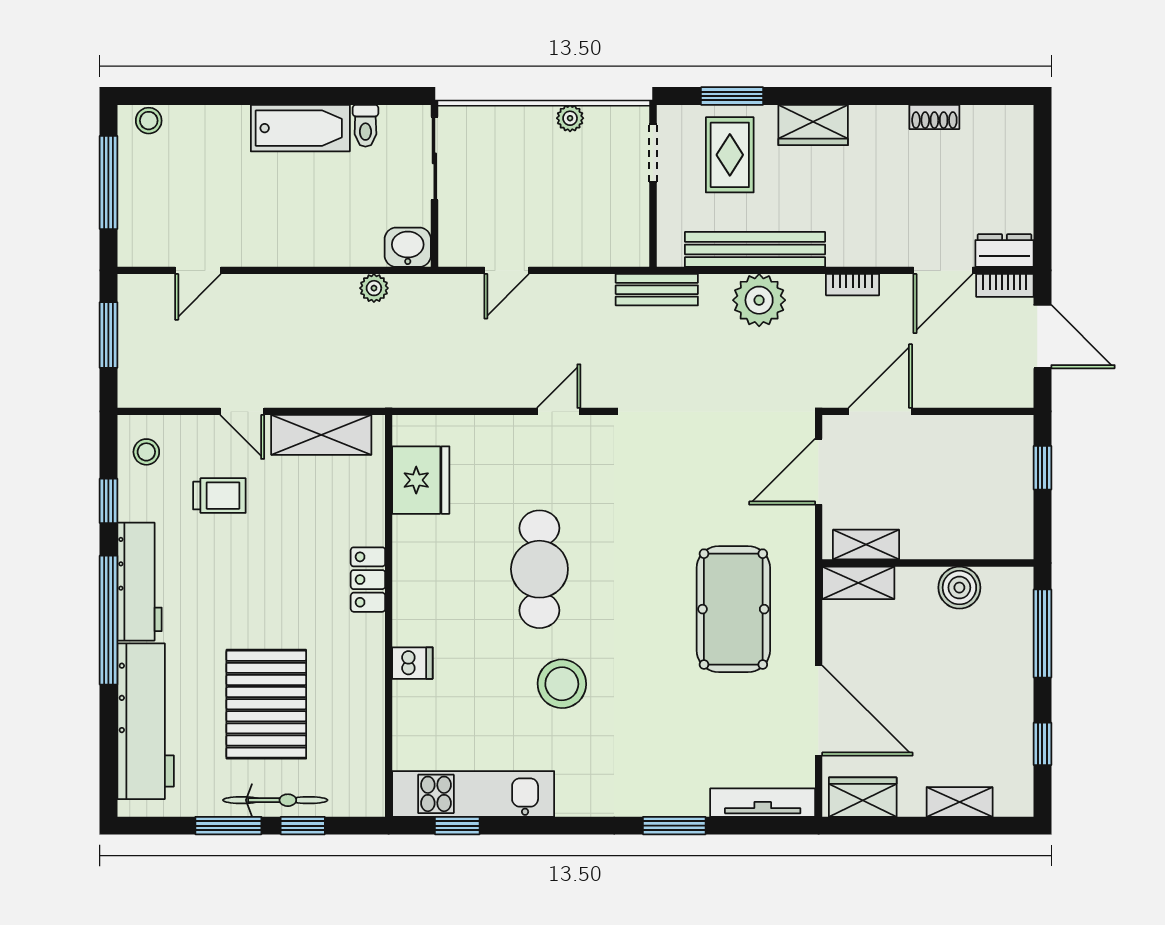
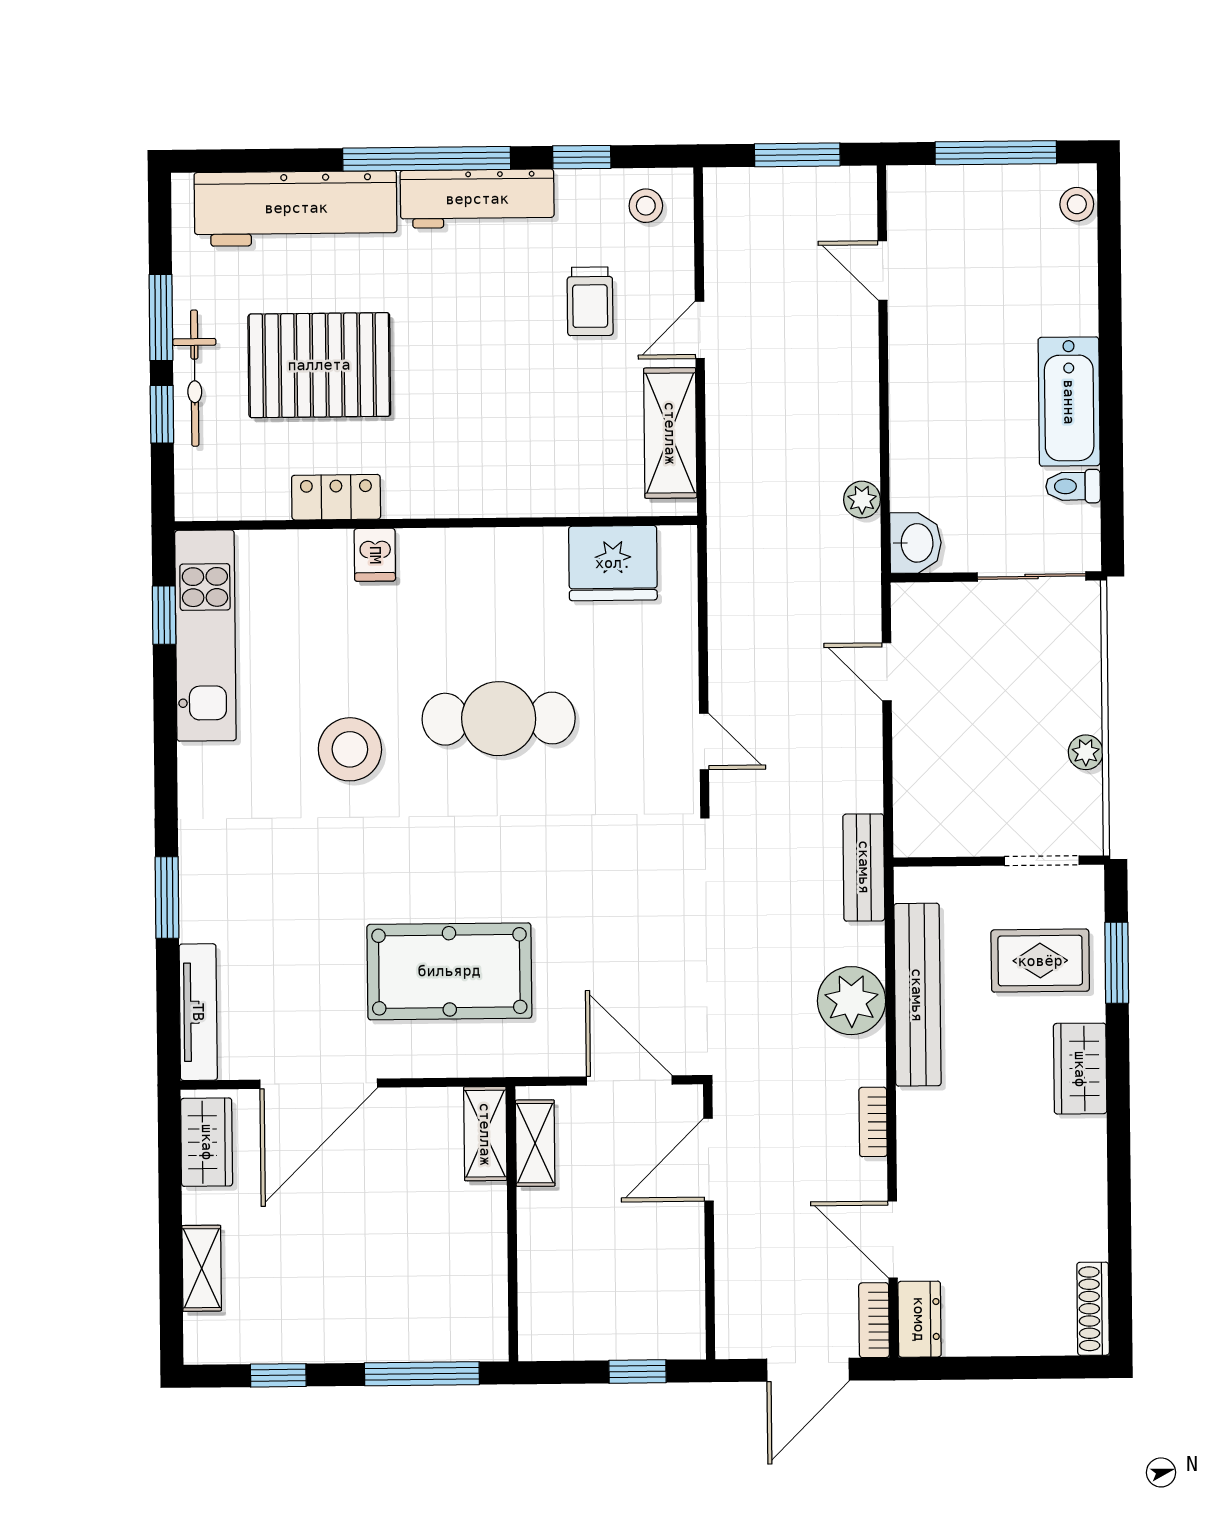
shoe rack: (934, 117) -> (1093, 1309), moved, width x1.43
door: (880, 411) -> (708, 1160), swing flipped
locker: (368, 580) -> (336, 497), moved
boiler: (959, 588) -> (481, 1265), removed

